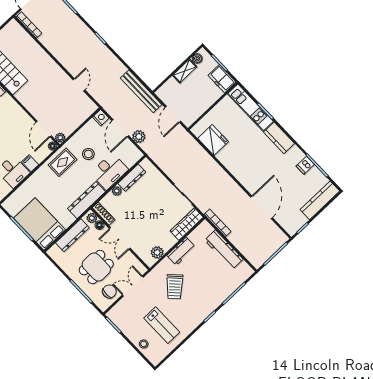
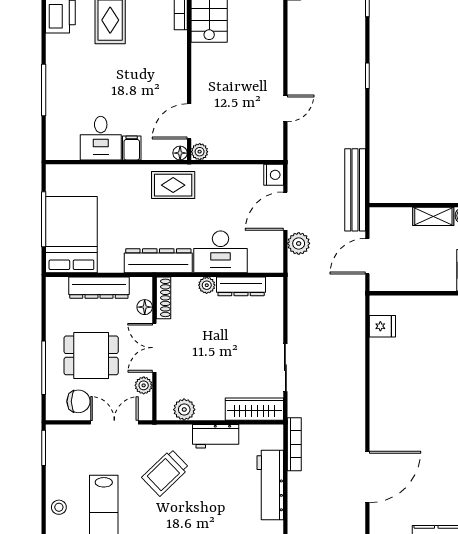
fridge: (213, 140) -> (382, 326), width x0.53, depth x0.75
stool: (88, 154) -> (215, 205), removed
plant: (92, 218) -> (144, 385), moved

